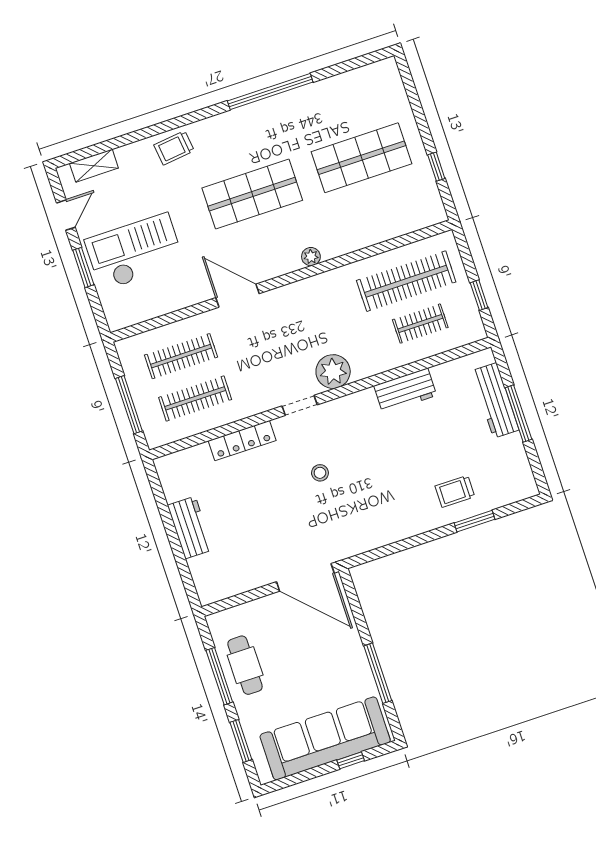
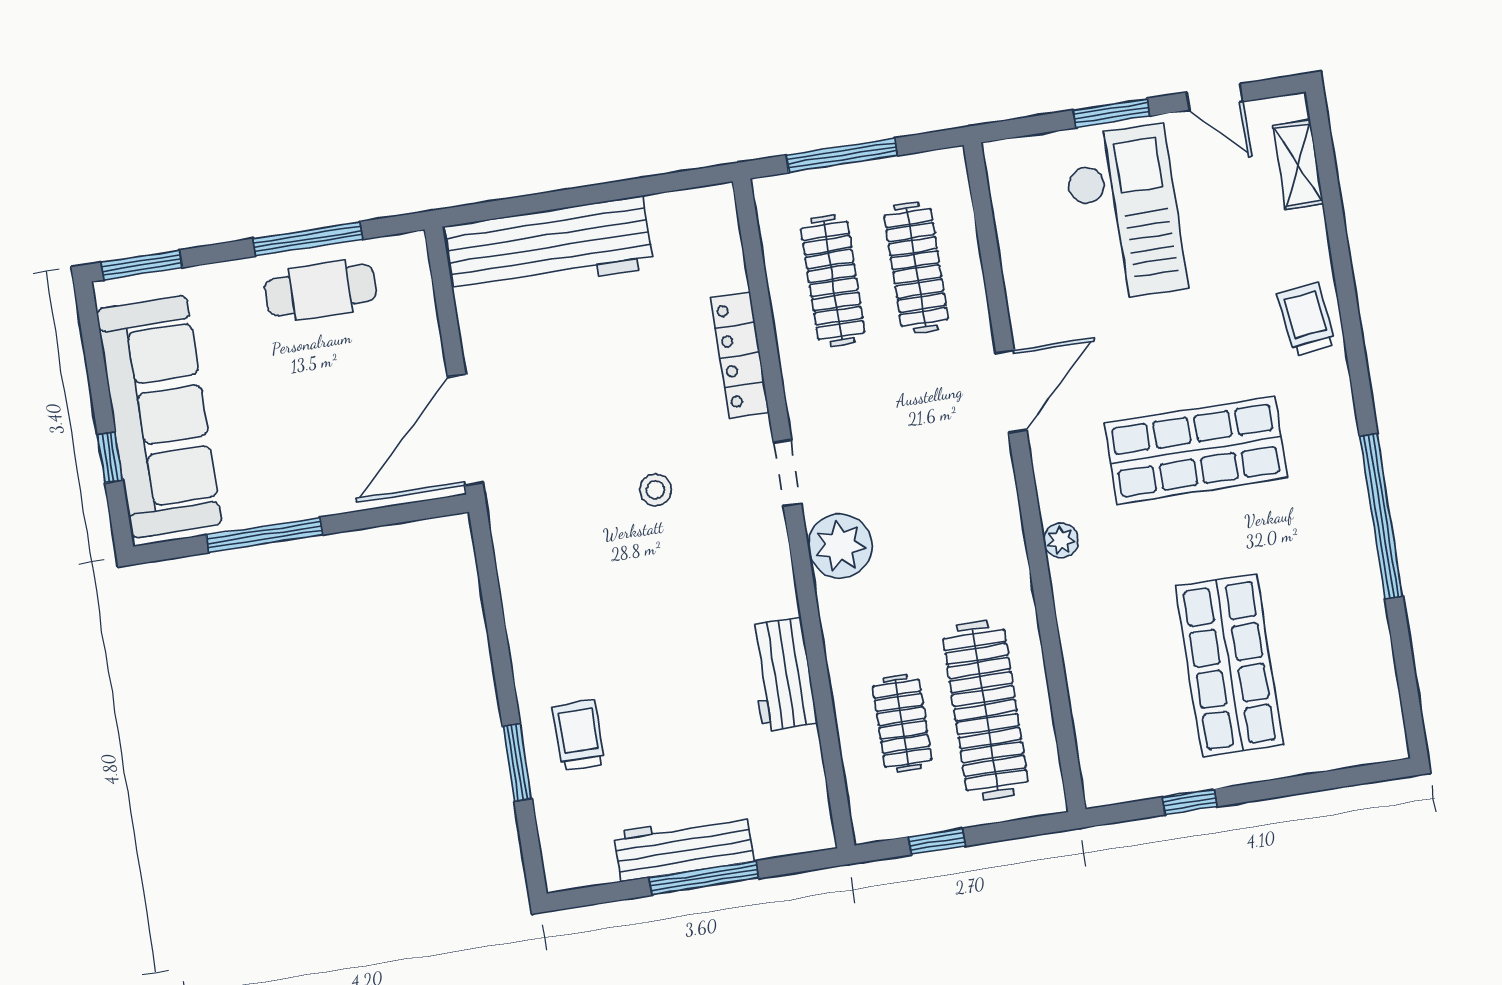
shop shelf: (252, 194) -> (1196, 450), turned 90
workbench: (495, 400) -> (684, 847), moved
workbench: (190, 527) -> (549, 247), width x1.88, depth x1.32
window: (241, 741) -> (142, 265), moved

